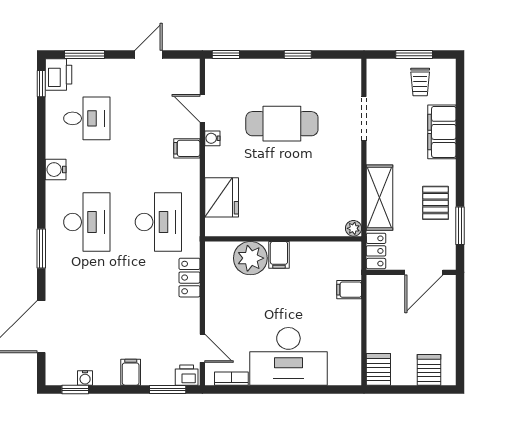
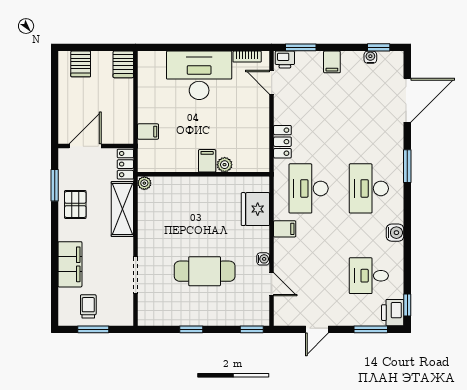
filing cabinet: (187, 148) -> (285, 229), moved
plant: (250, 258) -> (225, 165), width x0.53, depth x0.53

